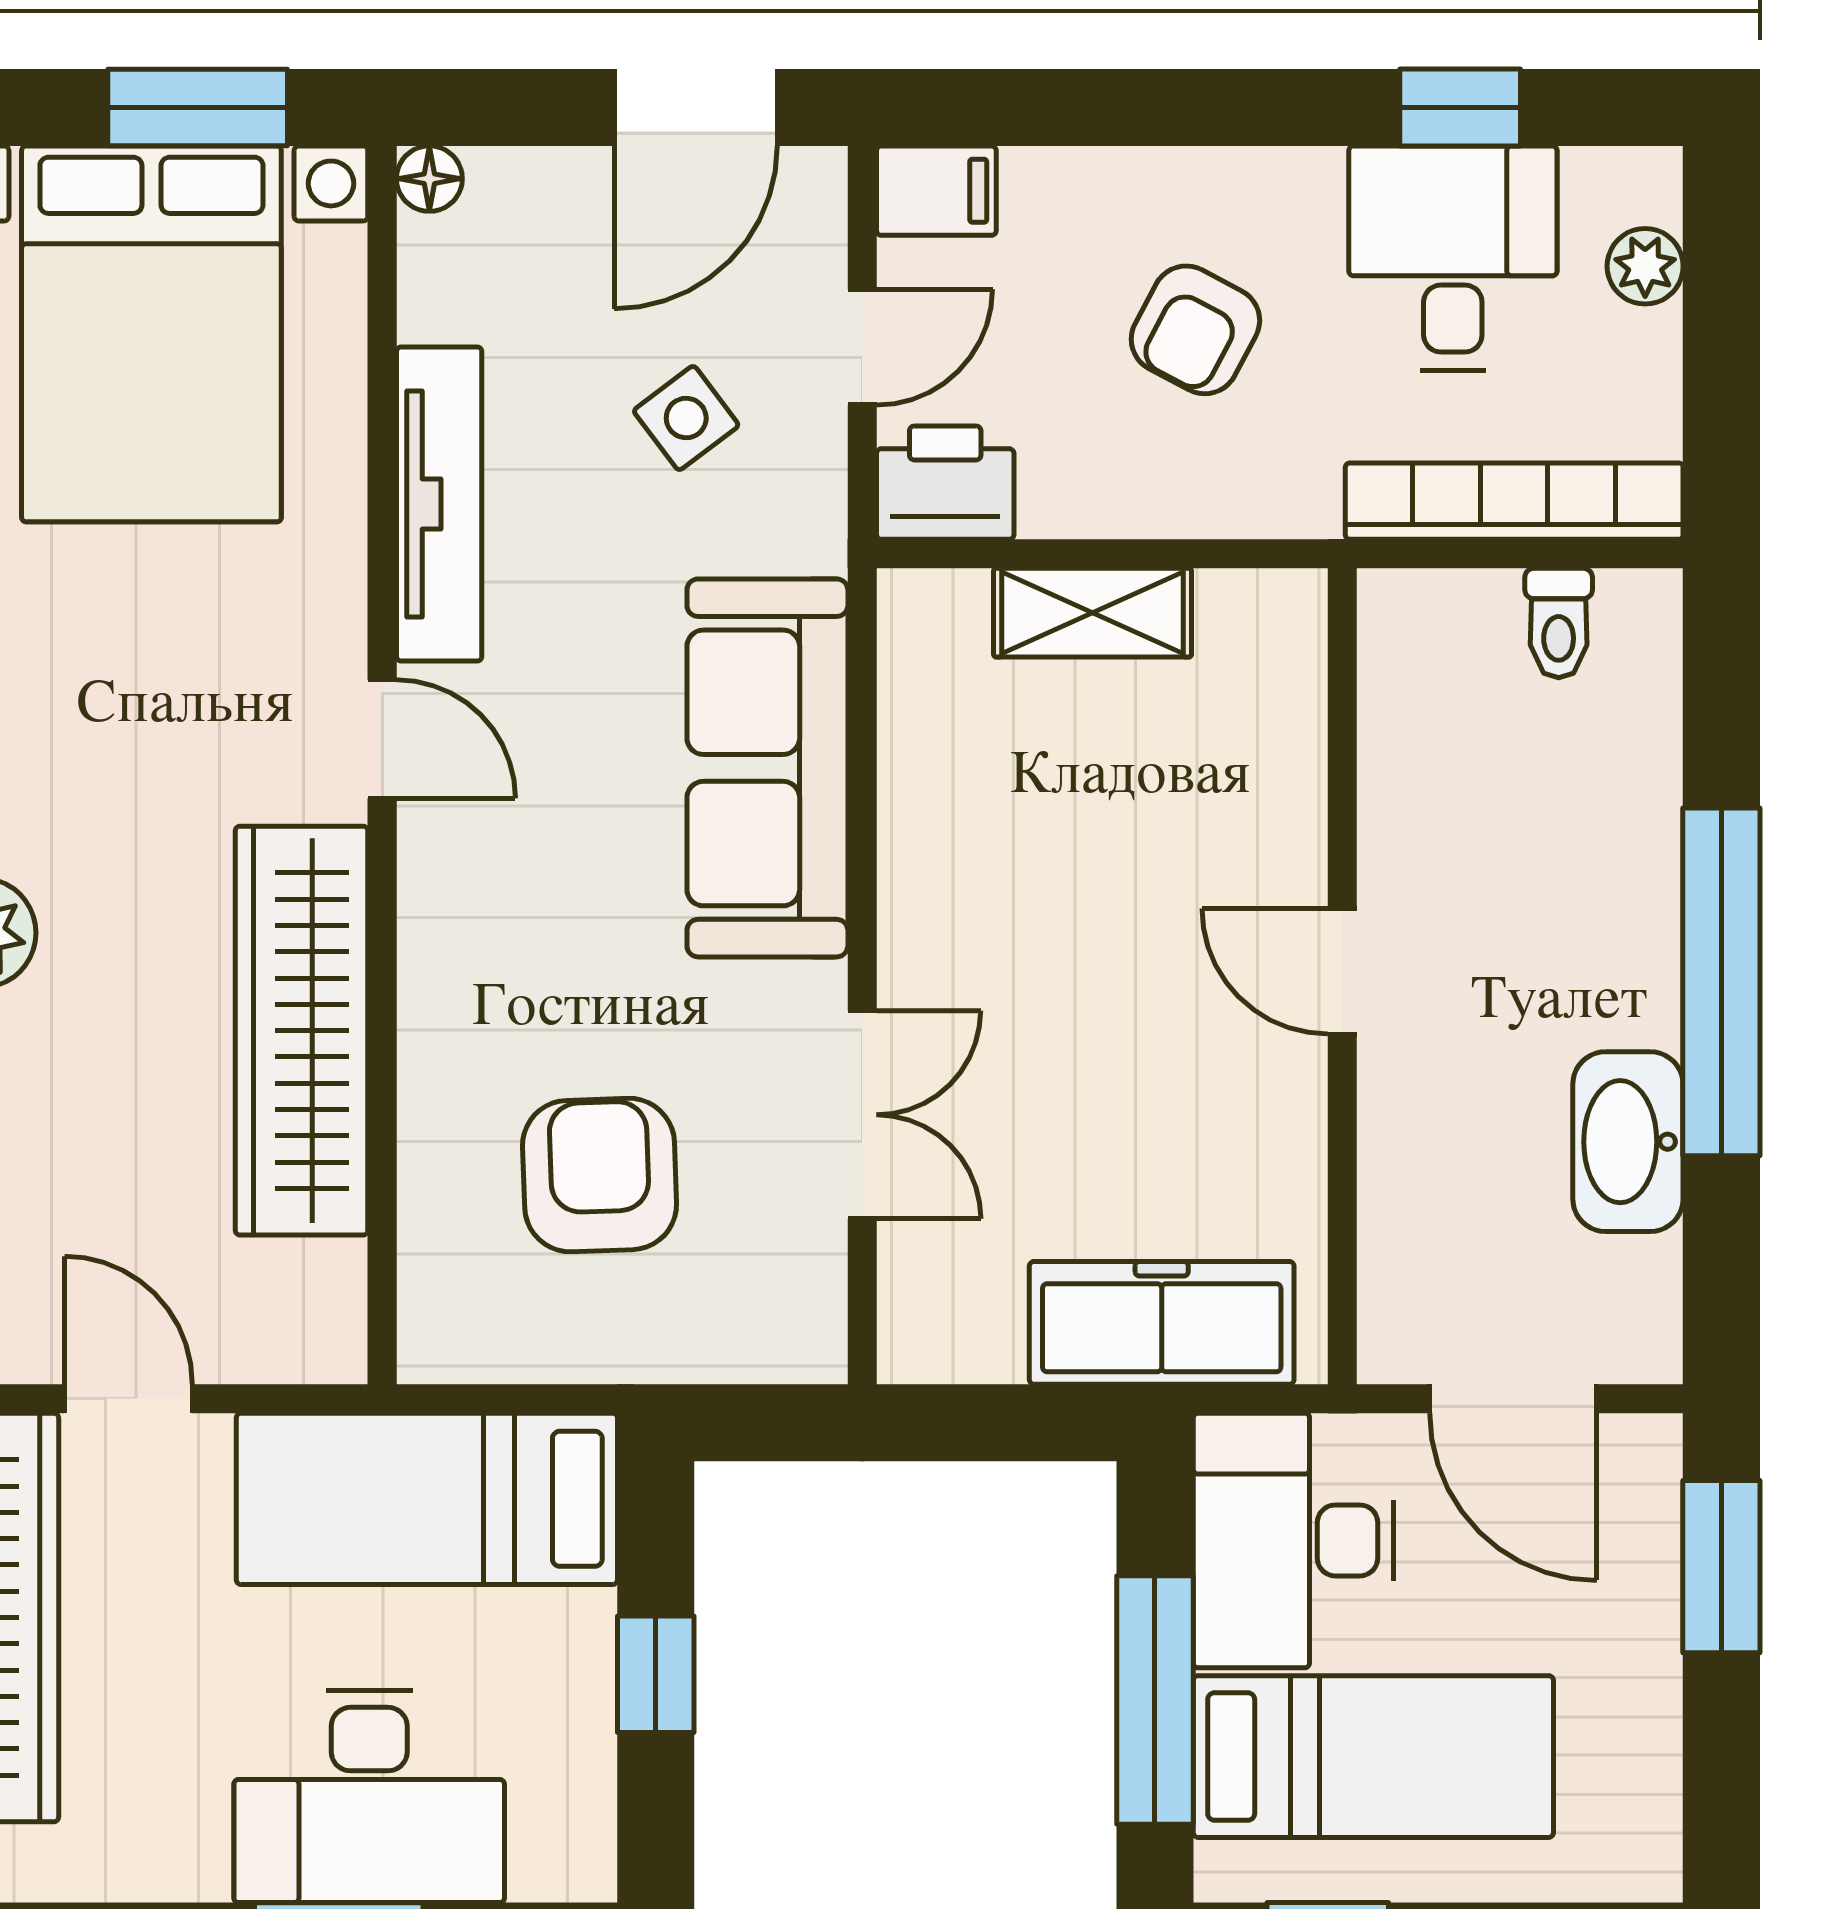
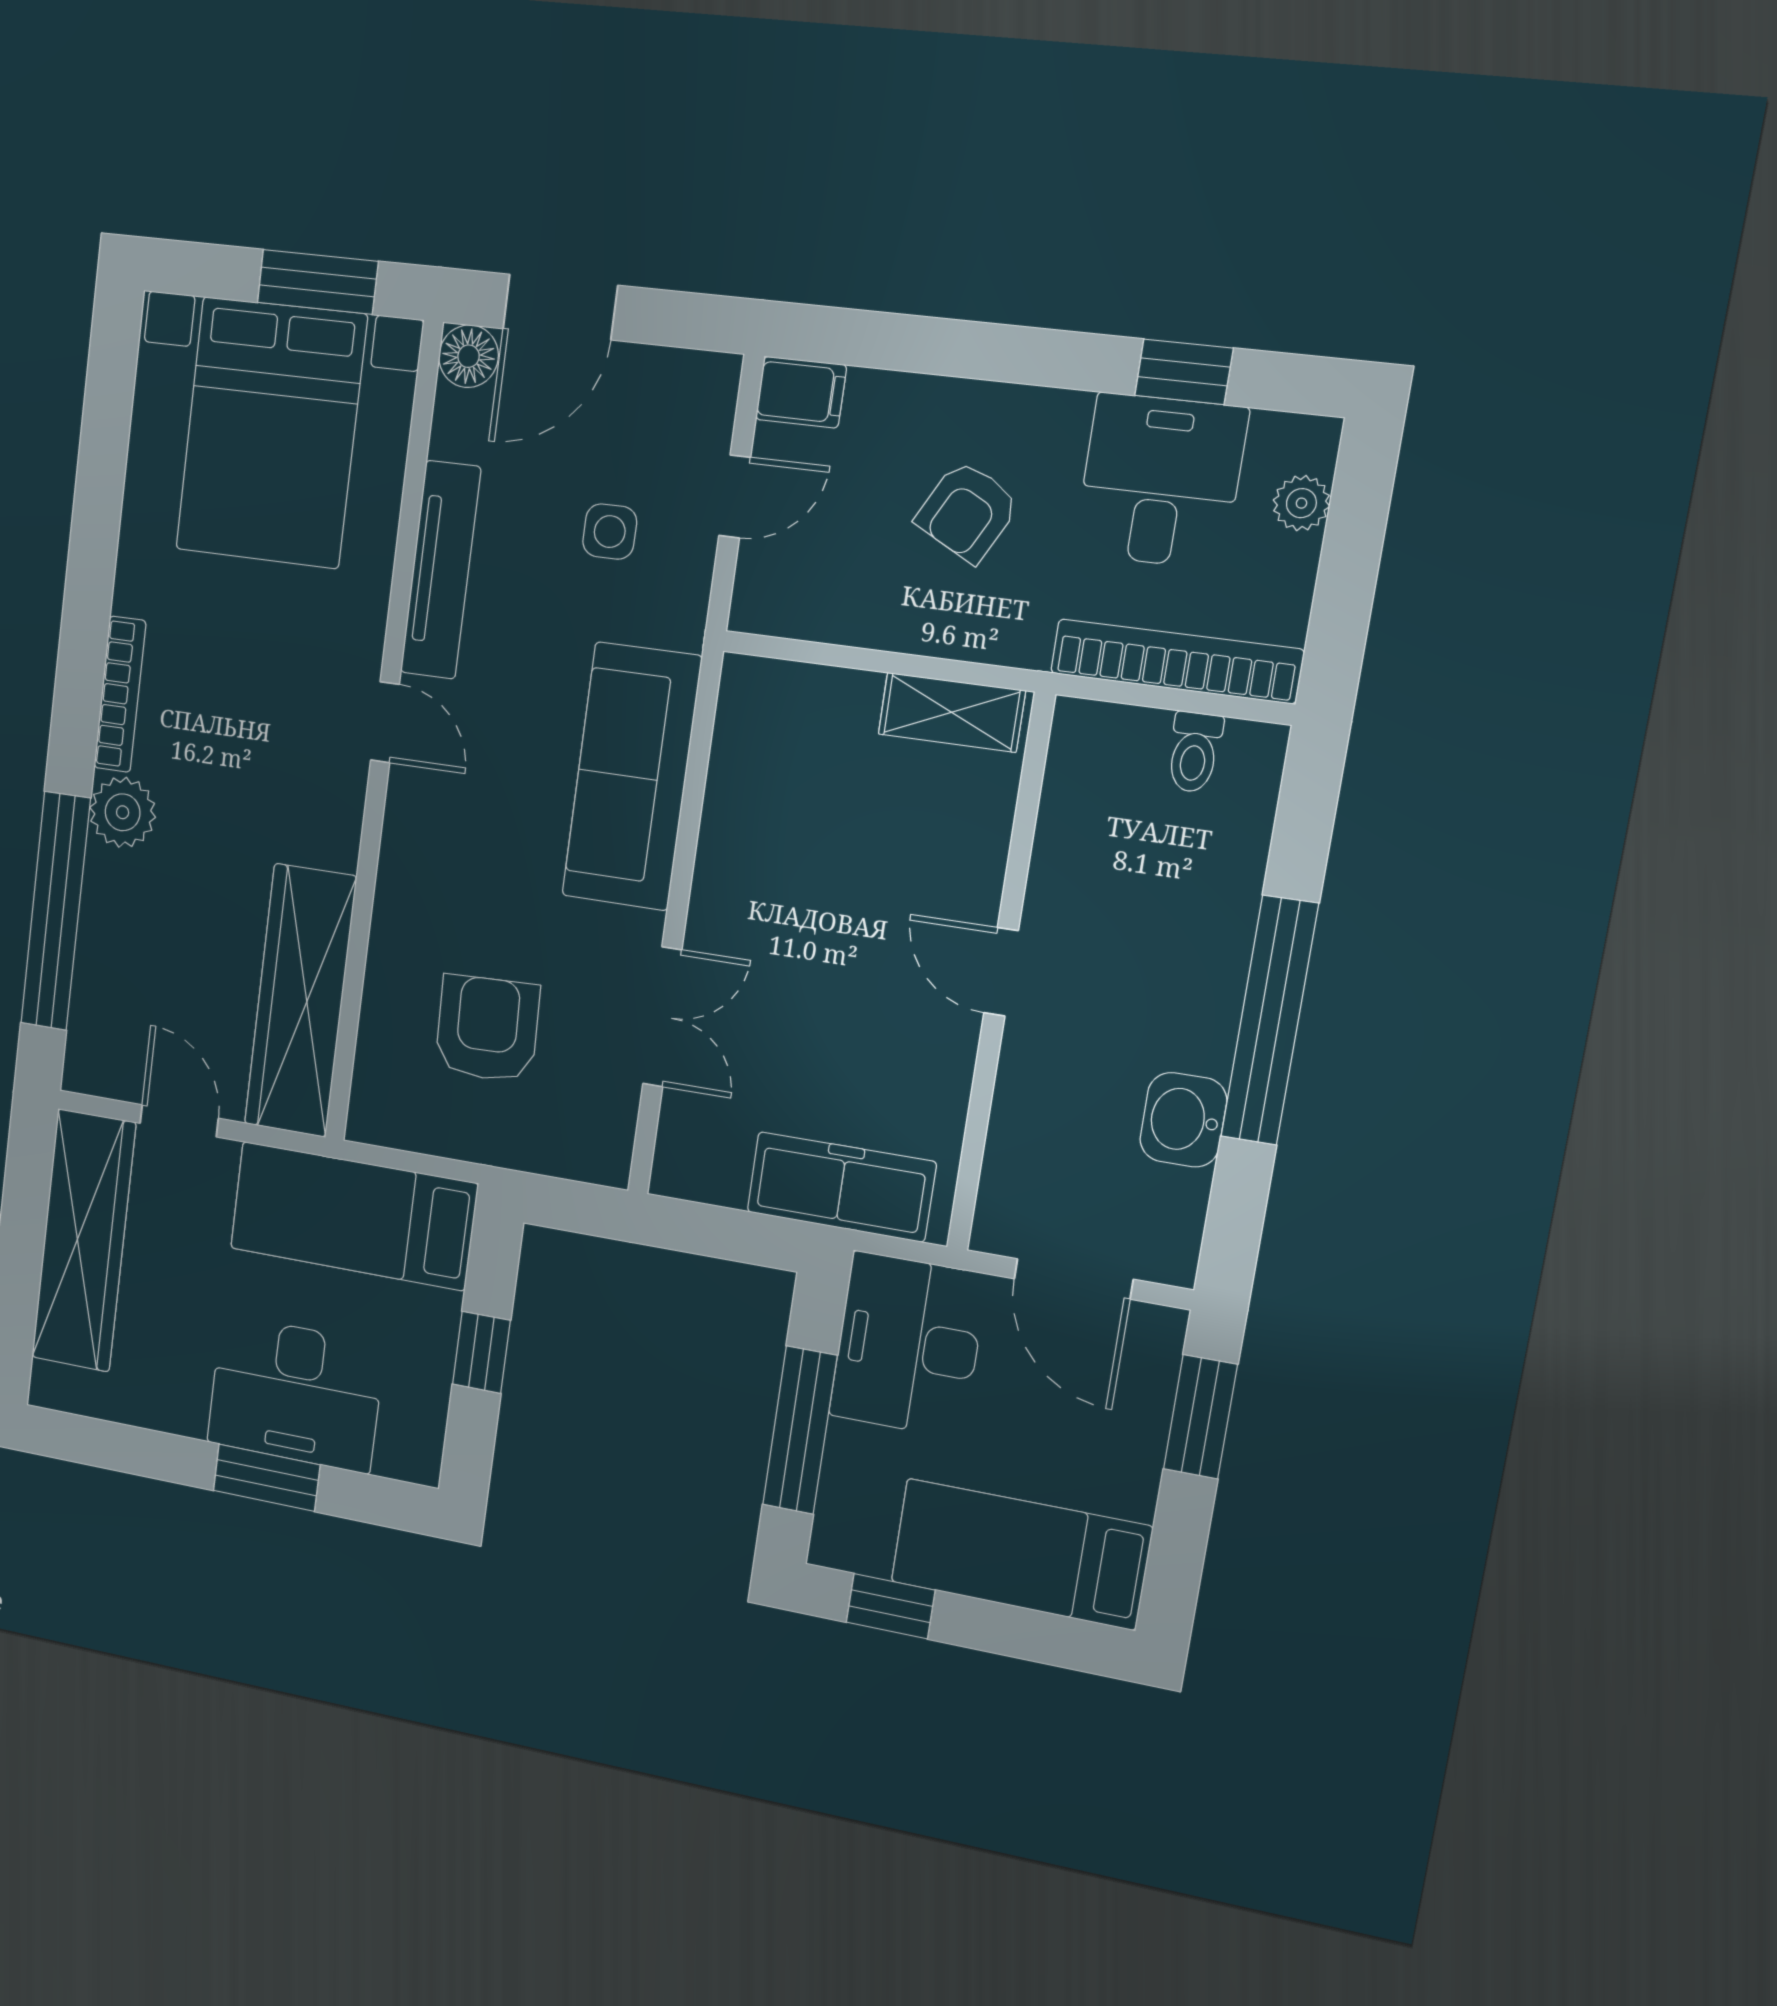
door: (696, 107) -> (560, 307), moved
floor lamp: (429, 179) -> (469, 356), width x1.37, depth x1.37
side table: (686, 418) -> (610, 532), turned 37
printer: (945, 483) -> (778, 598), removed
shelving: (1093, 613) -> (952, 712), moved
wardrobe: (302, 1031) -> (300, 1001), moved
washbasin: (1628, 1142) -> (1183, 1120), width x0.72
bed: (1373, 1757) -> (1021, 1554), moved, turned 180

